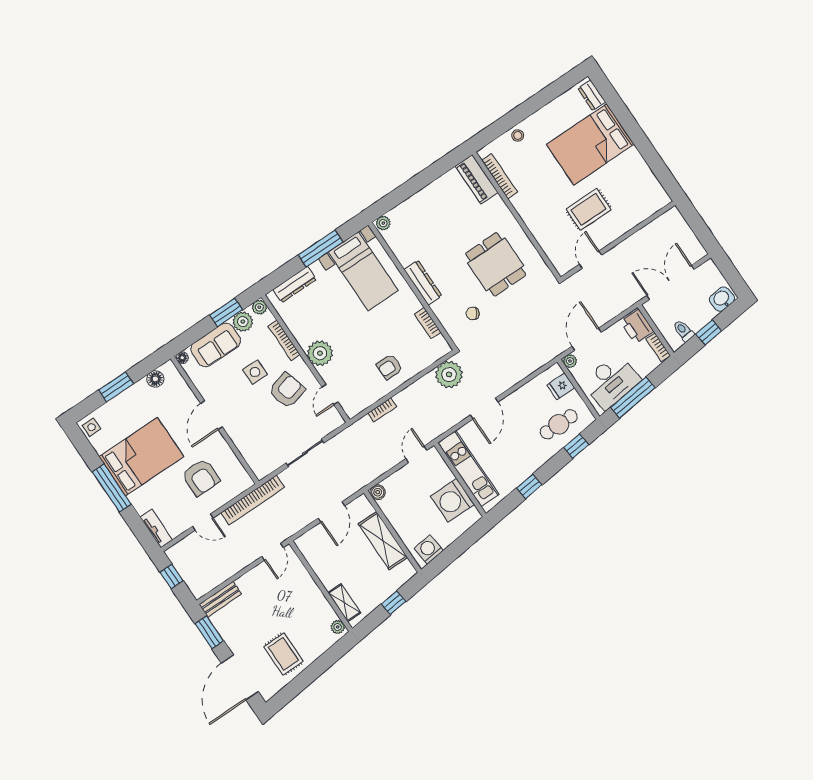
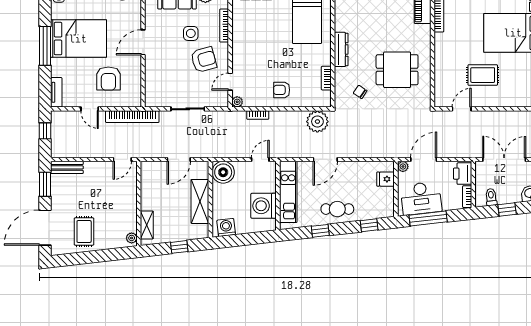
dining table: (496, 264) -> (397, 70), turned 90
plant: (320, 353) -> (237, 102), moved, width x0.53, depth x0.53
cafe table: (559, 424) -> (337, 209), moved
boiler: (378, 492) -> (223, 172), width x1.86, depth x1.86

